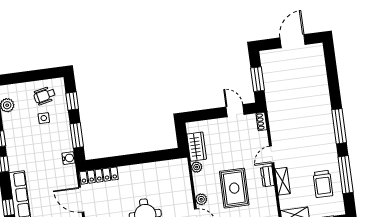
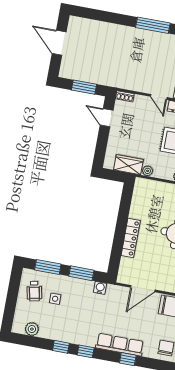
window: (72, 101) -> (48, 267), width x1.50
door: (235, 111) -> (107, 118), hinge flipped
locker: (99, 176) -> (131, 238), moved

